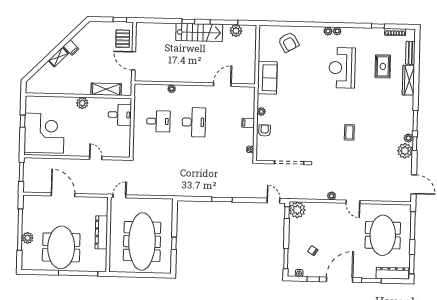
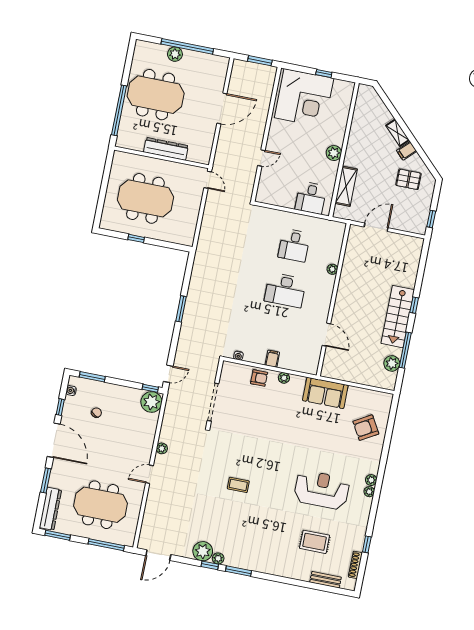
pallet: (123, 39) -> (409, 179), moved
wardrobe: (408, 80) -> (291, 571), removed
meeting table: (142, 241) -> (145, 198), width x0.73

